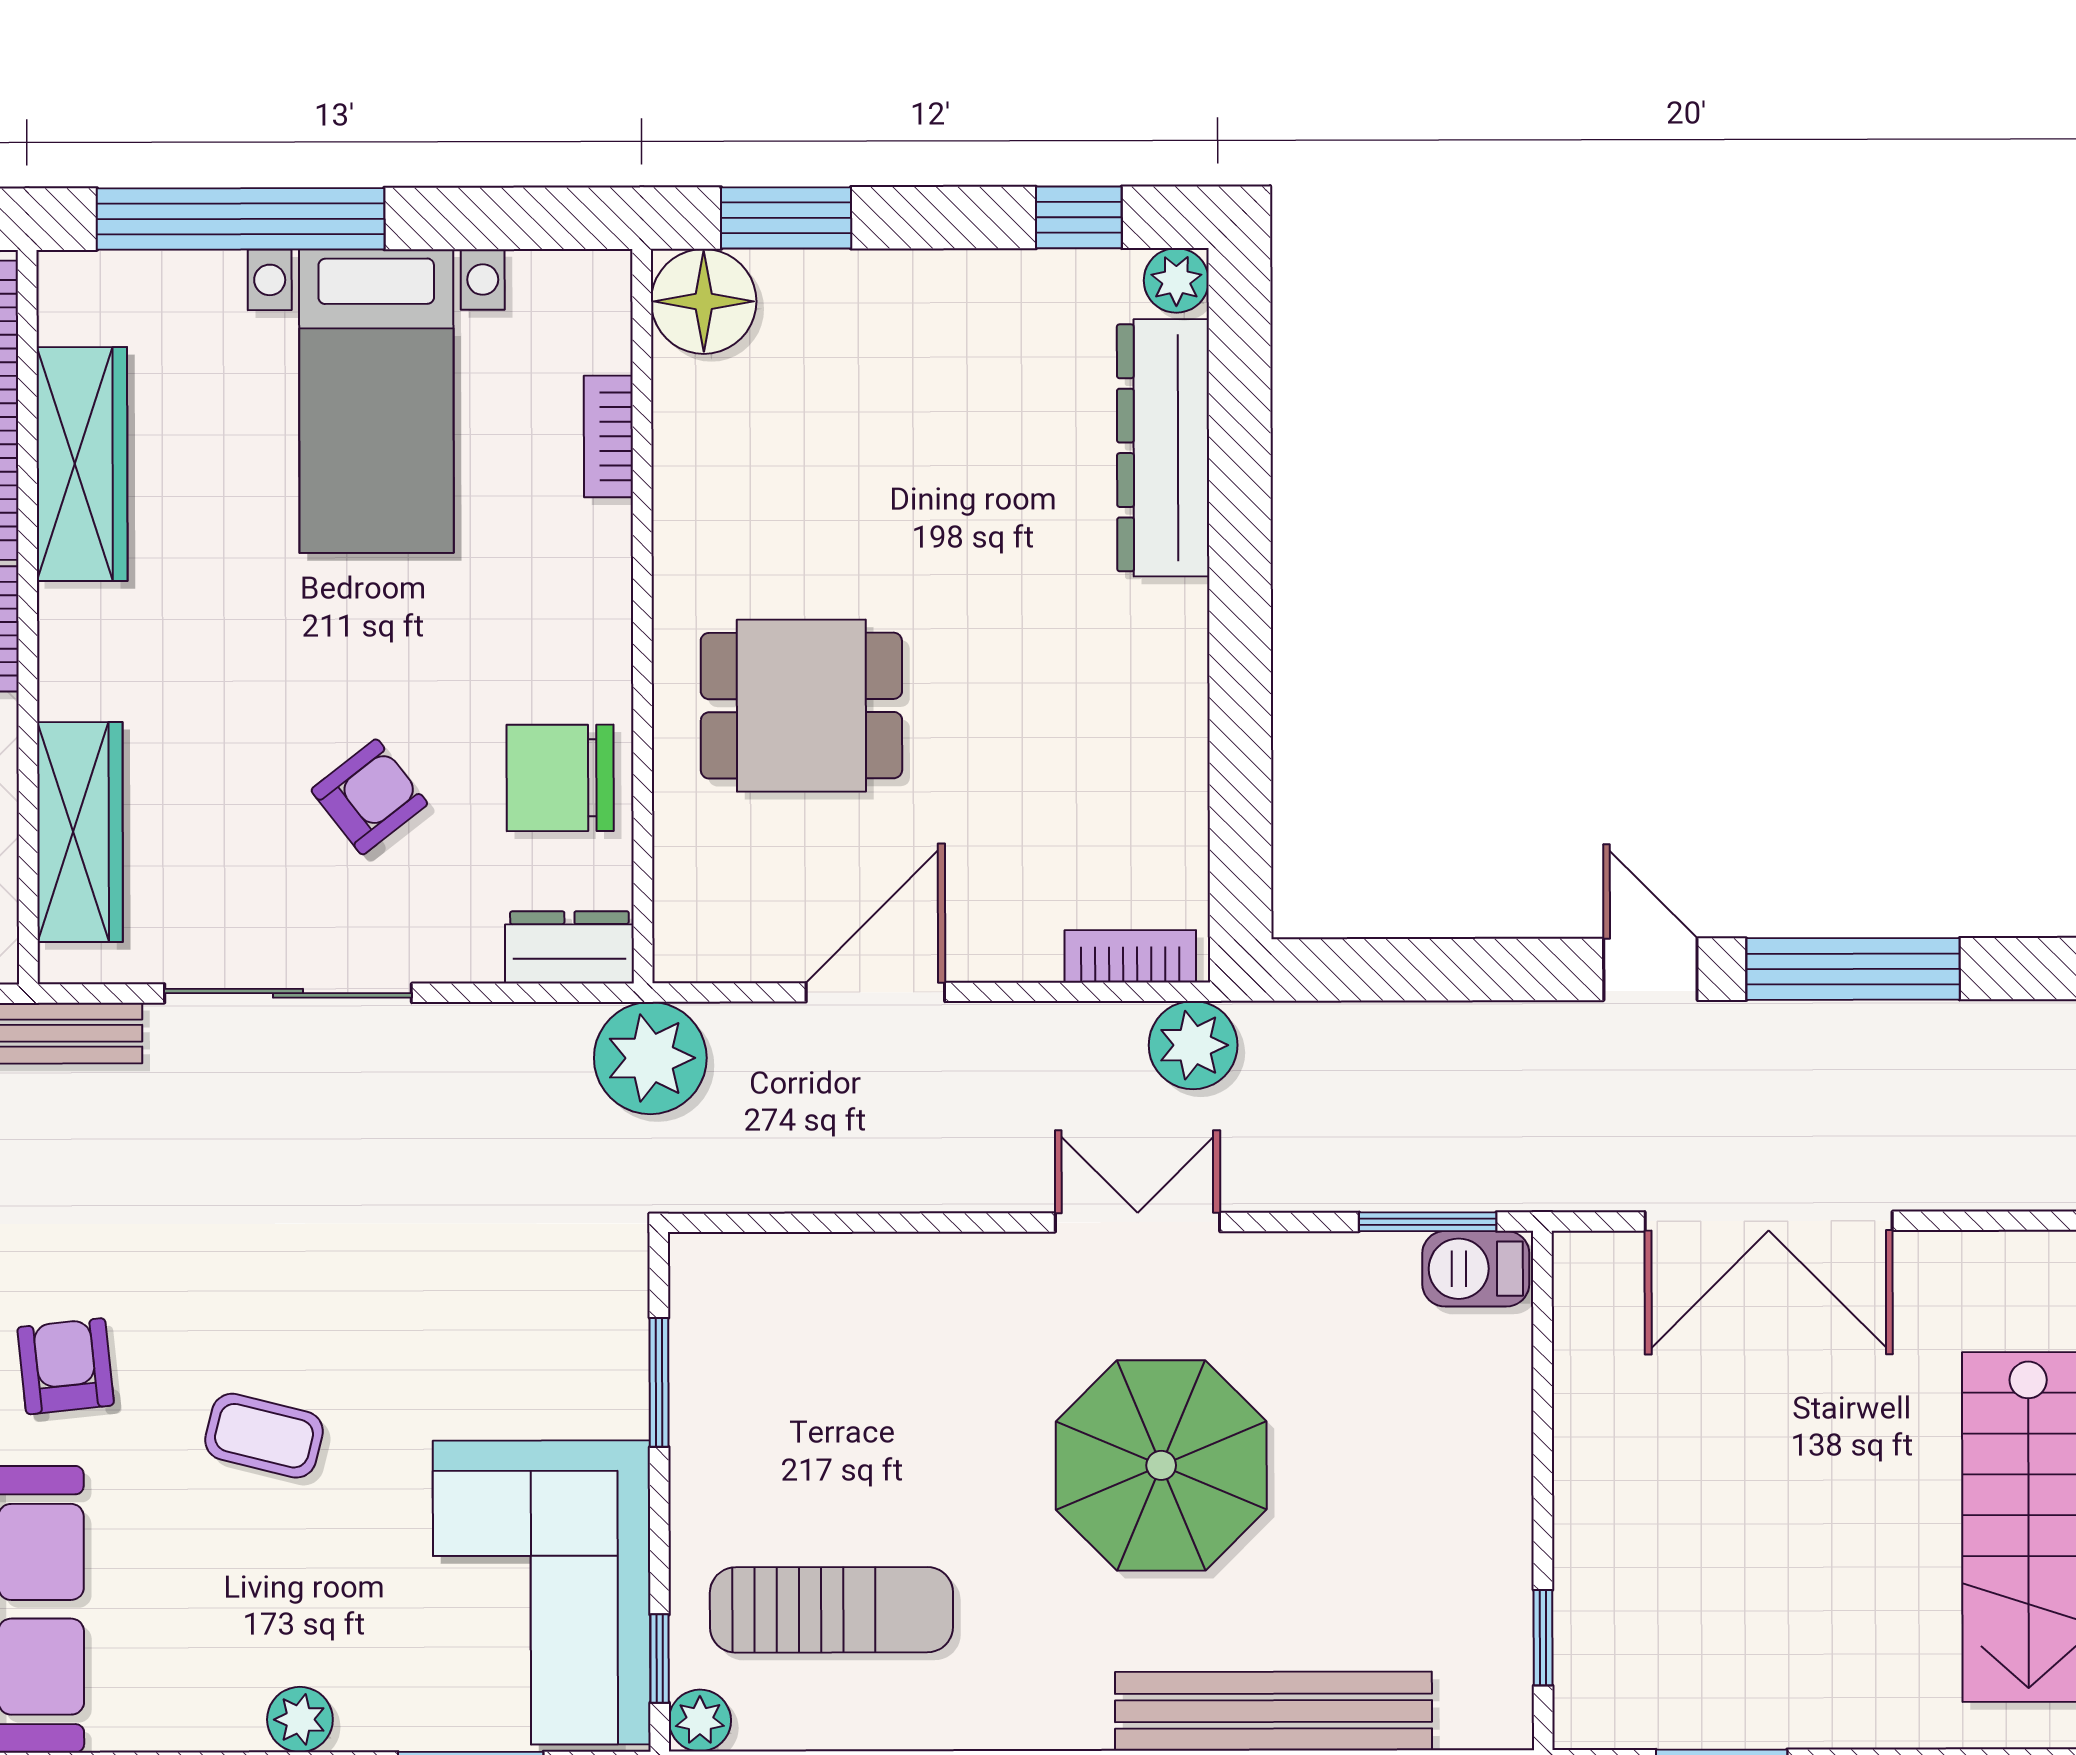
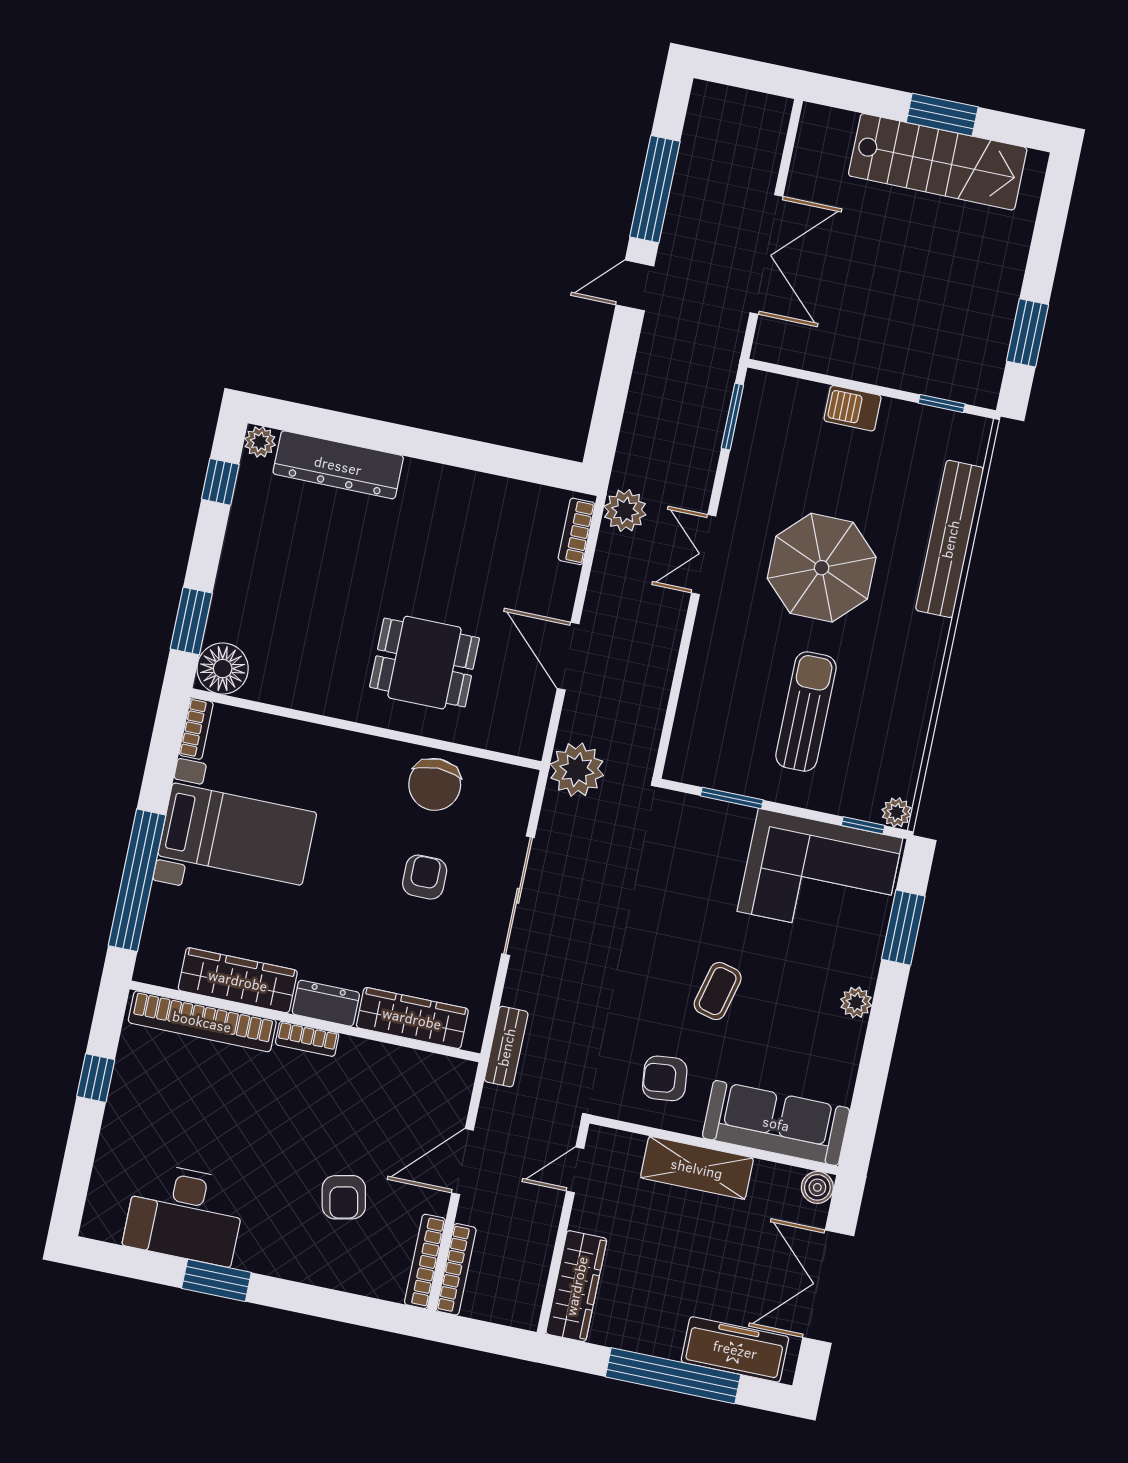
bookcase: (608, 436) -> (196, 728), moved, turned -90
dining table: (801, 706) -> (424, 663), turned 90
armchair: (369, 797) -> (425, 877), turned 38
dresser: (569, 947) -> (326, 1003), moved, turned 90
sliding door: (288, 993) -> (518, 896), moved
barbecue: (1476, 1269) -> (853, 408), moved, turned 90
sun lounger: (831, 1610) -> (806, 711), moved

